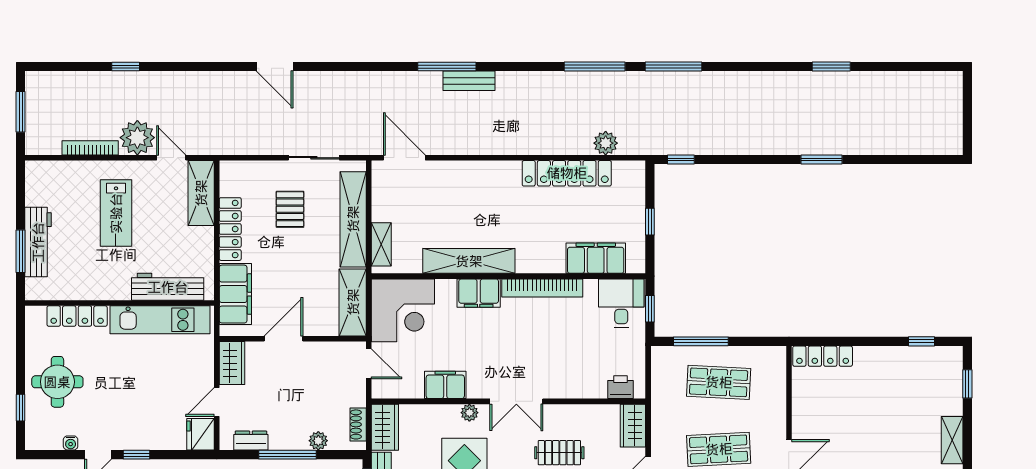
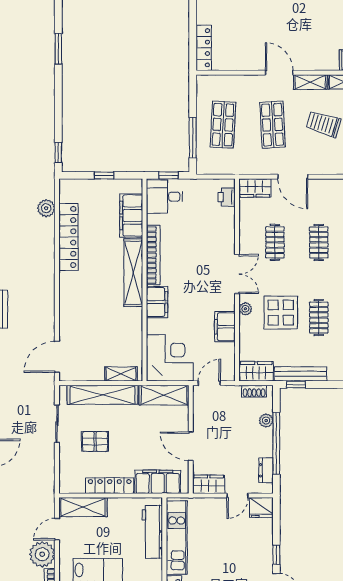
shelving: (469, 261) -> (133, 273), moved
door: (217, 402) -> (237, 496), hinge flipped
window: (287, 455) -> (276, 443), width x1.46

